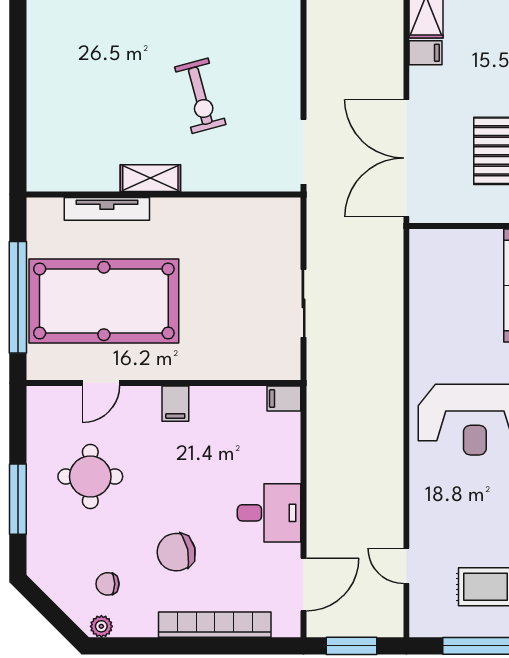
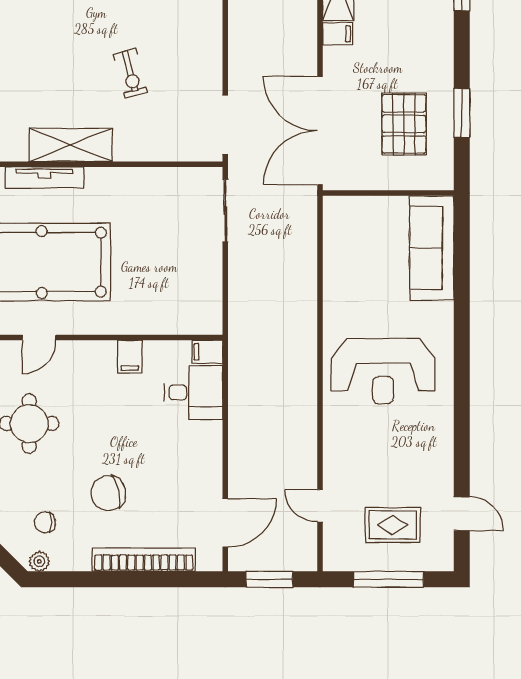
exercise bike: (200, 96) -> (130, 73), width x0.73, depth x0.72
shelving: (150, 178) -> (71, 145), width x1.50, depth x1.33
sliding door: (304, 303) -> (225, 211), moved
filing cabinet: (175, 404) -> (130, 356), moved
desk: (269, 513) -> (194, 392), moved

